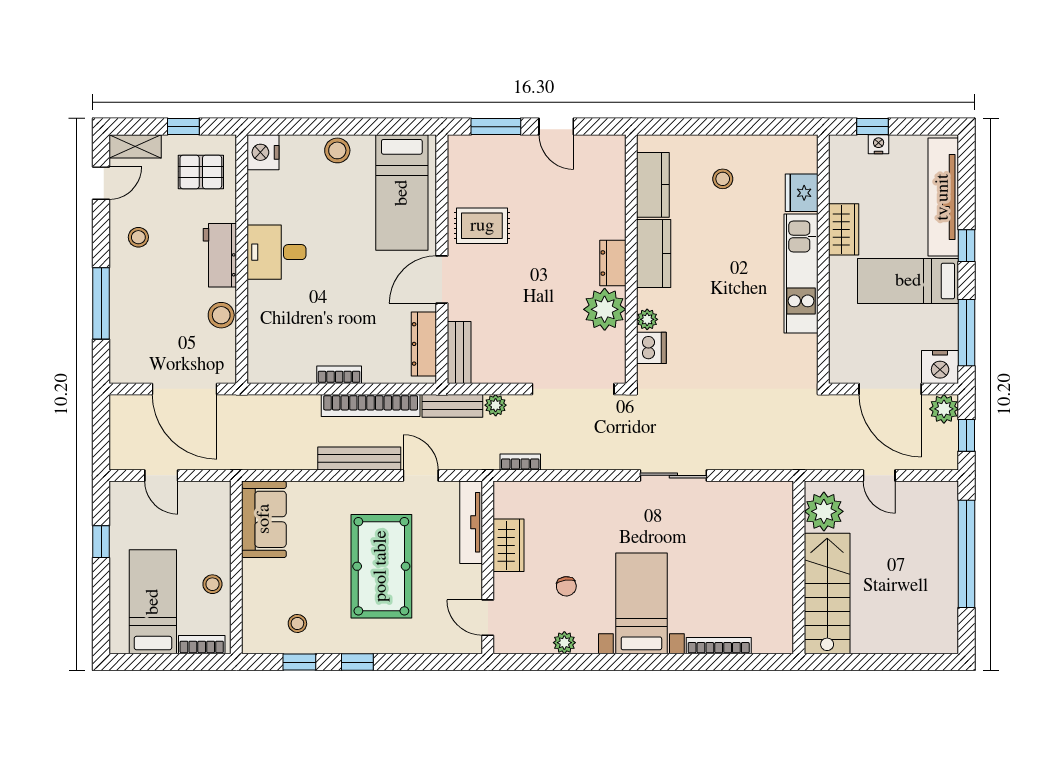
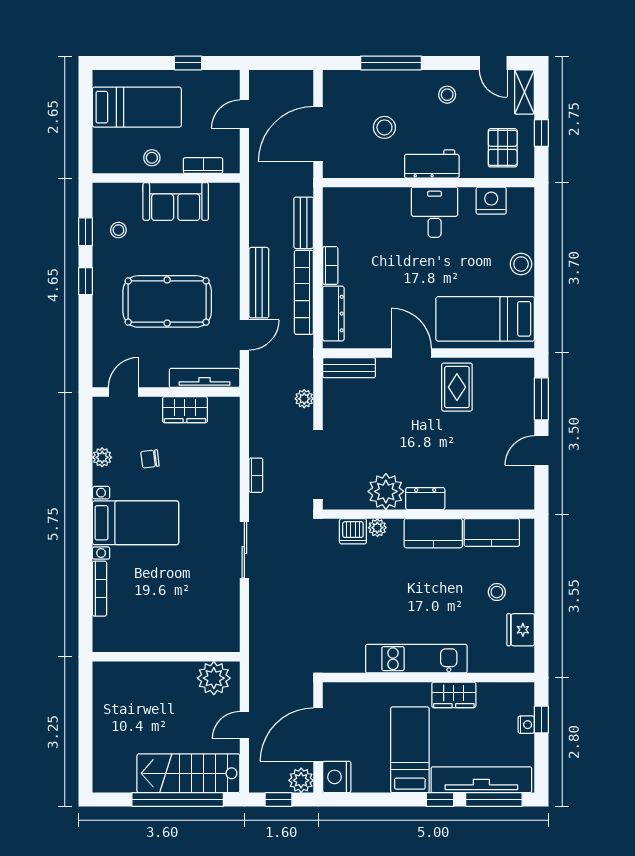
nightstand: (263, 152) -> (491, 201), moved
fridge: (802, 193) -> (521, 630), moved, turned -90
stool: (221, 315) -> (384, 127), moved
window: (967, 333) -> (494, 800), moved
dresser: (424, 344) -> (333, 314), moved, turned 90
bench: (452, 406) -> (304, 223), moved
bookcase: (520, 462) -> (256, 475), moved
sofa: (264, 519) -> (176, 202), moved
stairs: (827, 594) -> (188, 773), moved, turned 180
bookcase: (202, 645) -> (203, 166), moved, turned -90

